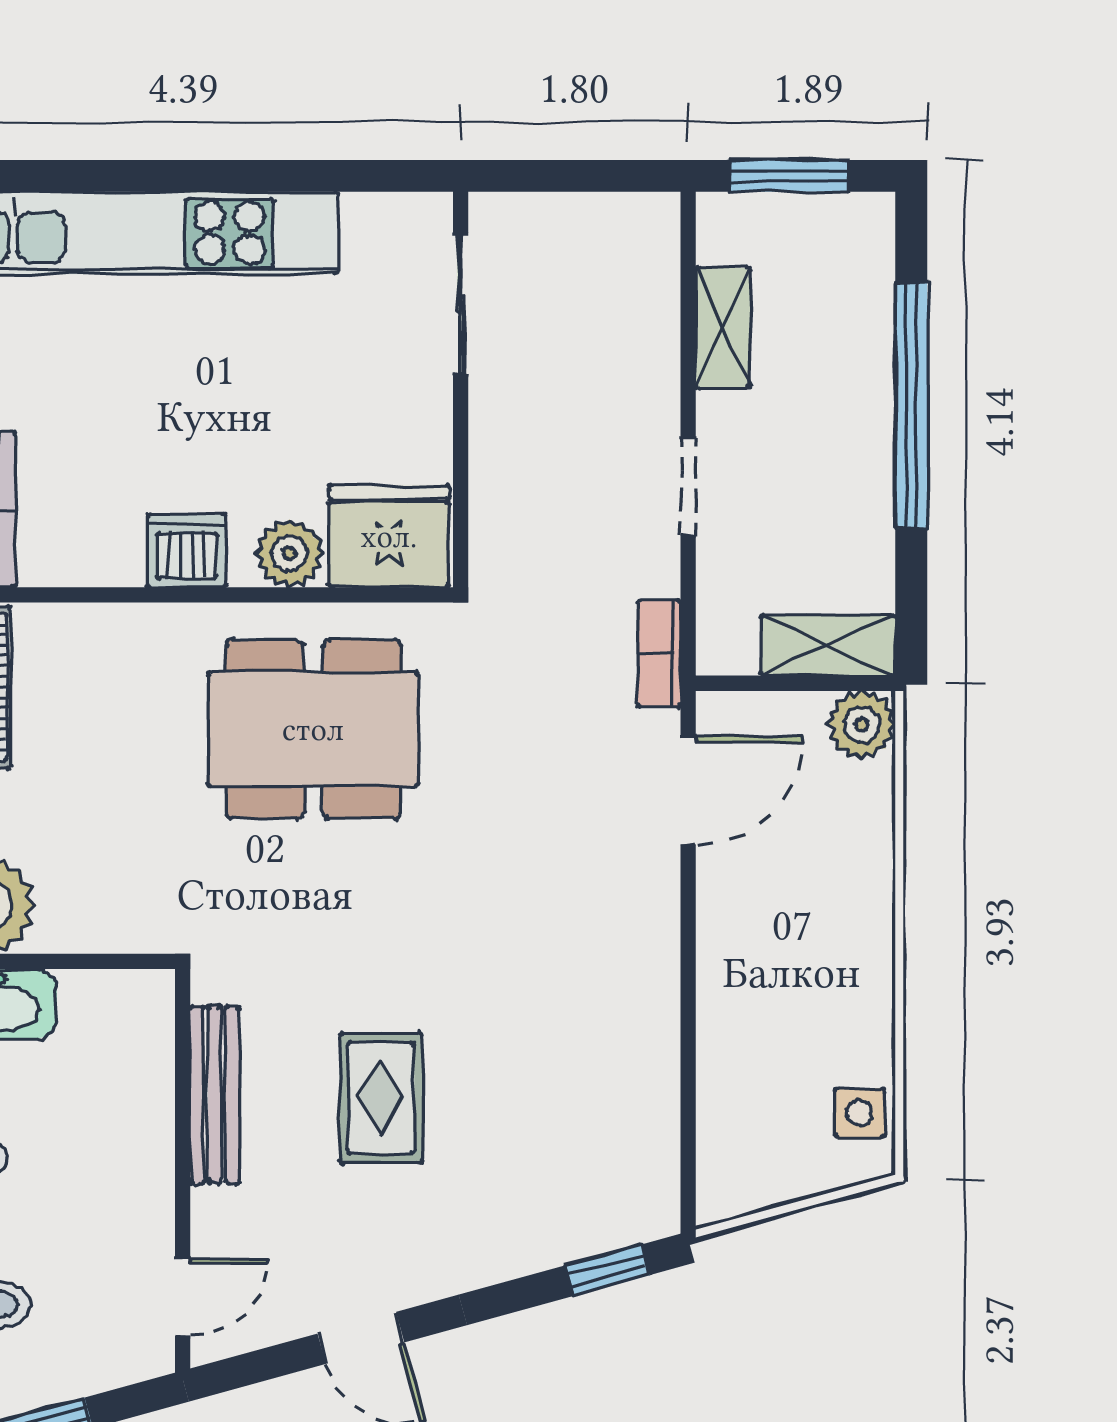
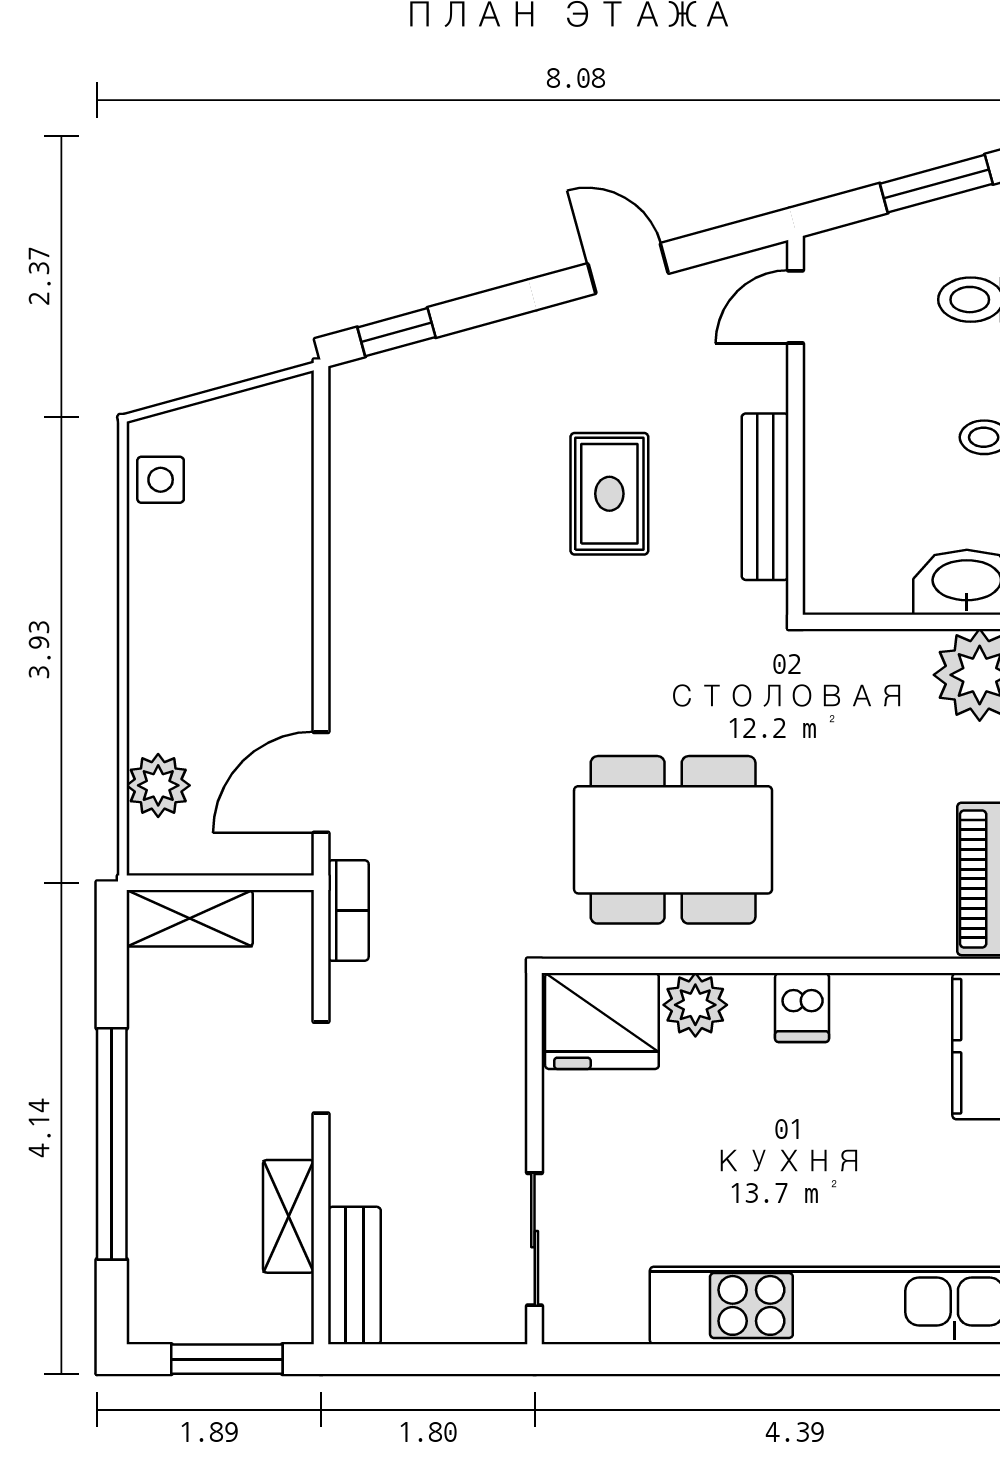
bench: (653, 265) -> (354, 1276), added
dishwasher: (187, 550) -> (802, 1008), width x0.73
plant: (862, 725) -> (158, 785), moved

